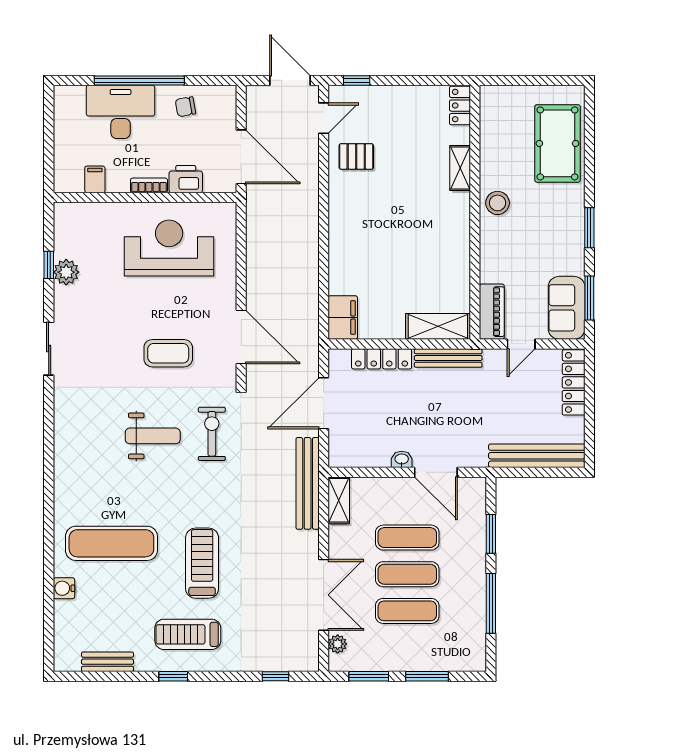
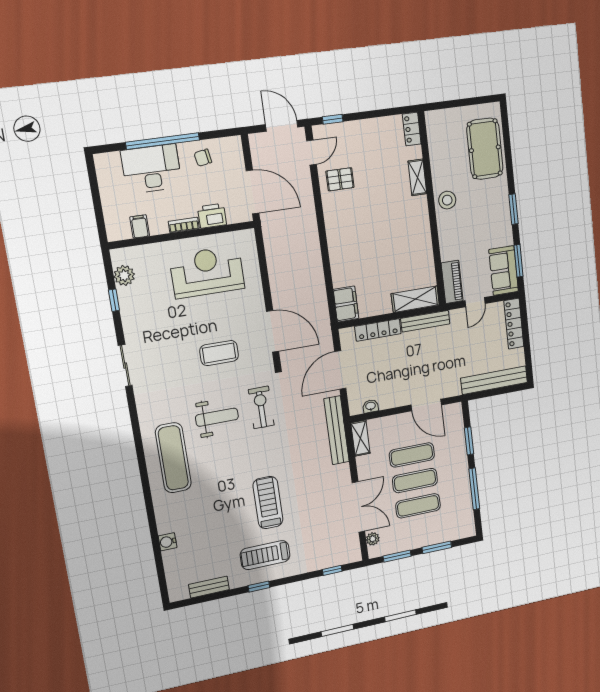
plant: (66, 272) -> (124, 275), moved
washbasin: (402, 459) -> (371, 406), moved
exercise mat: (111, 543) -> (173, 458), moved, turned 90

